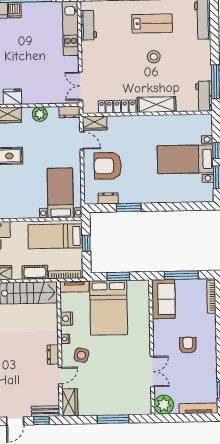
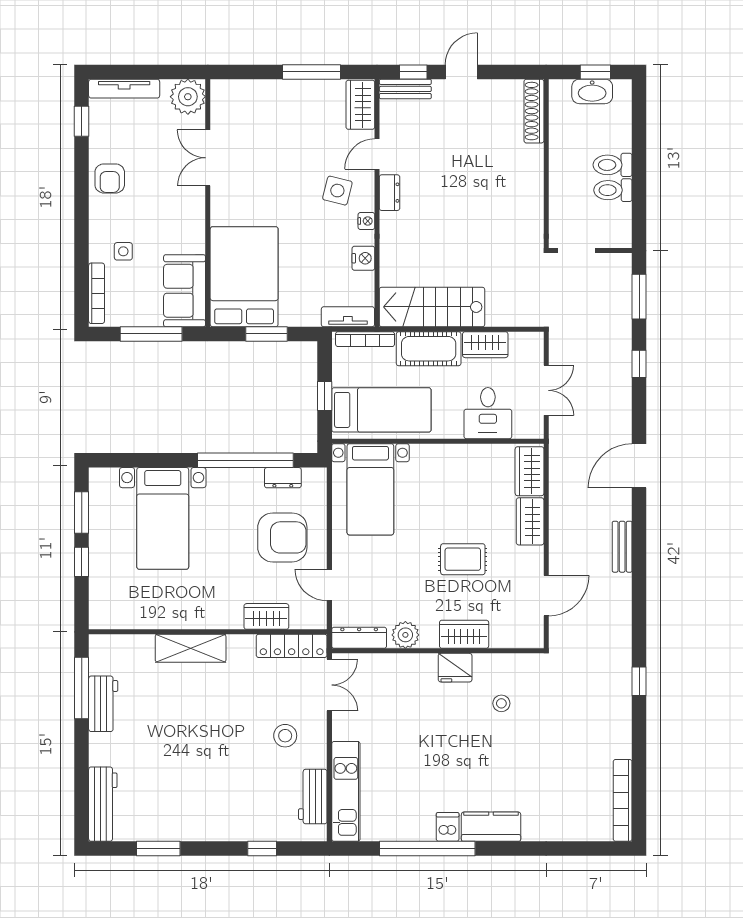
lab bench: (152, 23) -> (196, 797), removed
stool: (154, 57) -> (285, 736), moved
workbench: (204, 96) -> (103, 704), moved
locker: (117, 107) -> (292, 646), moved
dresser: (69, 112) -> (359, 638), width x1.44
wardrobe: (95, 123) -> (266, 616), moved
bed with nightstands: (185, 159) -> (163, 518), moved, turned 90
window: (129, 207) -> (245, 460), width x2.11
cot: (35, 272) -> (429, 349), width x1.37, depth x1.34
bed: (109, 308) -> (244, 277), moved
side table: (197, 320) -> (123, 251), added
armchair: (188, 345) -> (110, 178), moved
window: (113, 419) -> (311, 72), moved

